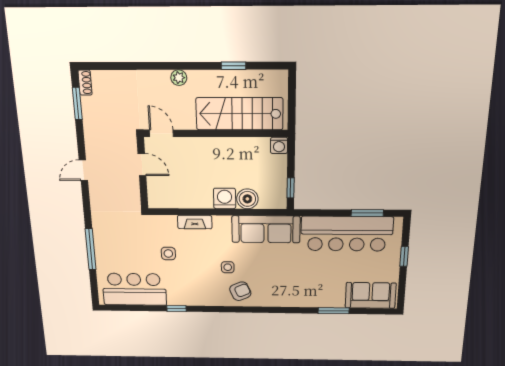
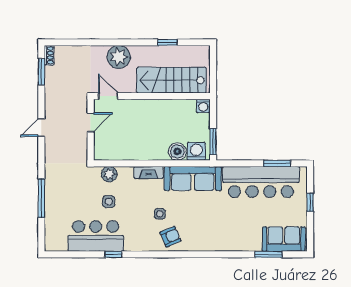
plant: (179, 78) -> (119, 57), width x1.88, depth x1.88
door: (142, 165) -> (91, 122), hinge flipped
window: (291, 188) -> (213, 142), width x1.50
washing machine: (225, 198) -> (196, 151), moved
fireplace: (195, 222) -> (149, 172), moved
plant: (167, 224) -> (109, 174), added
bar counter: (134, 289) -> (96, 236), moved
window: (334, 311) -> (269, 254), moved

